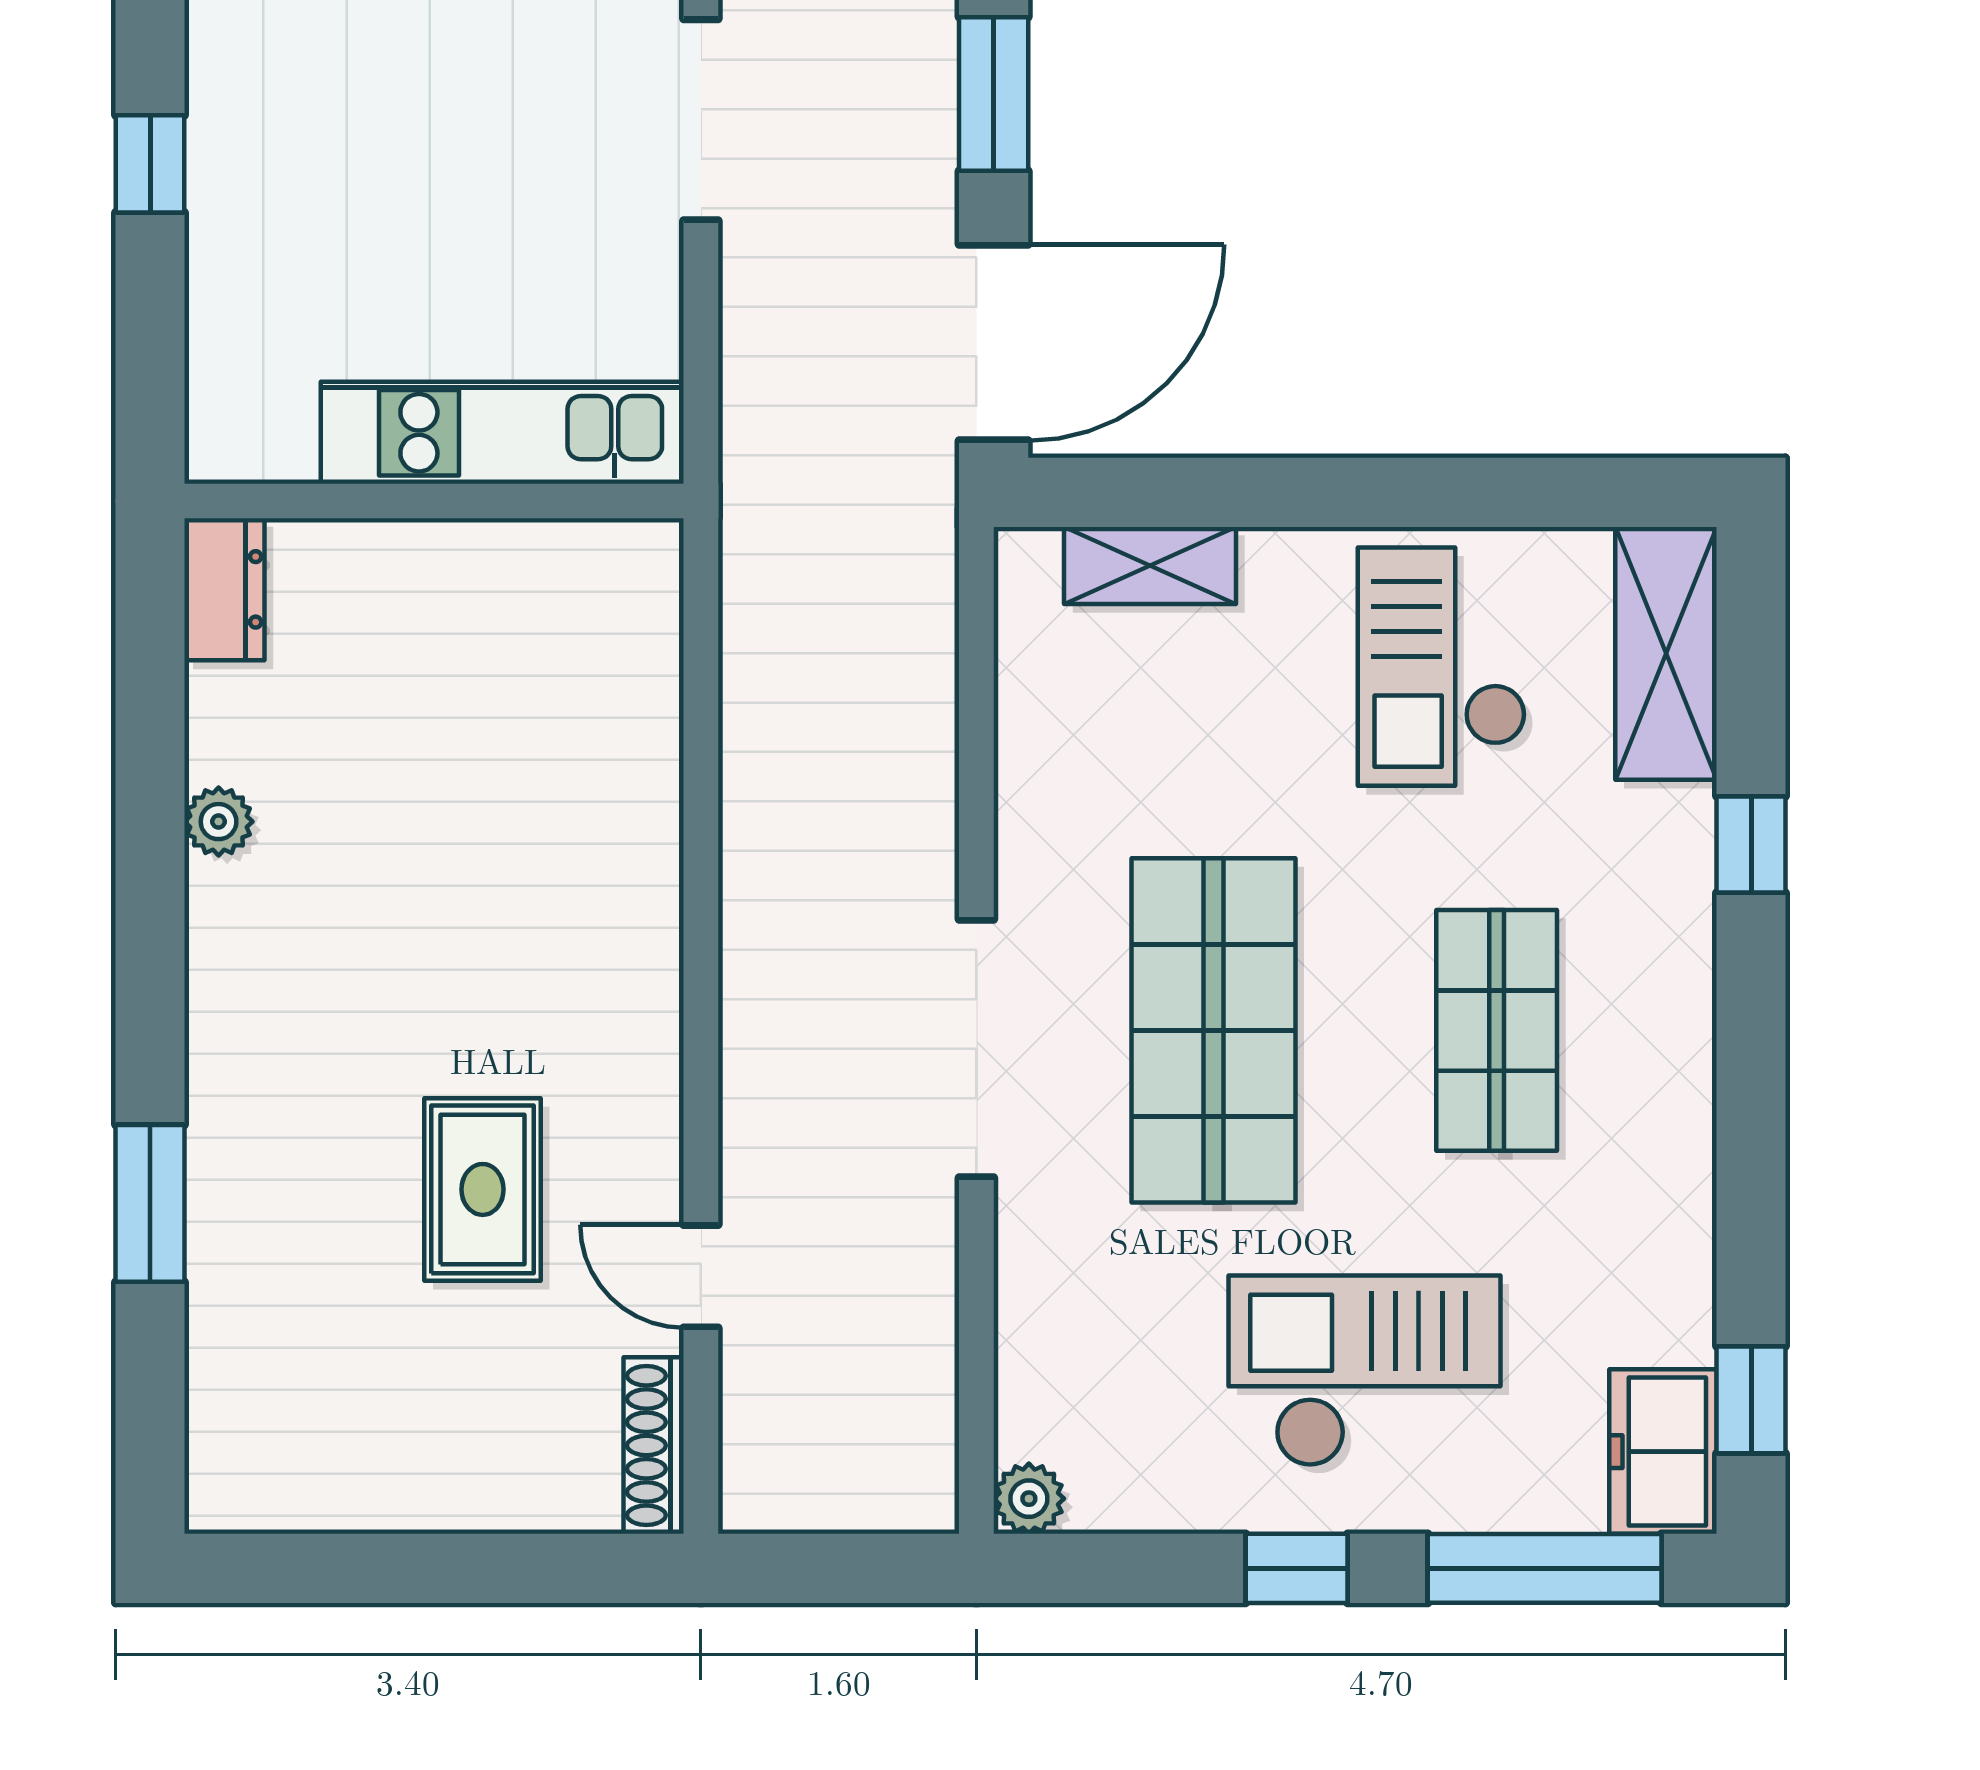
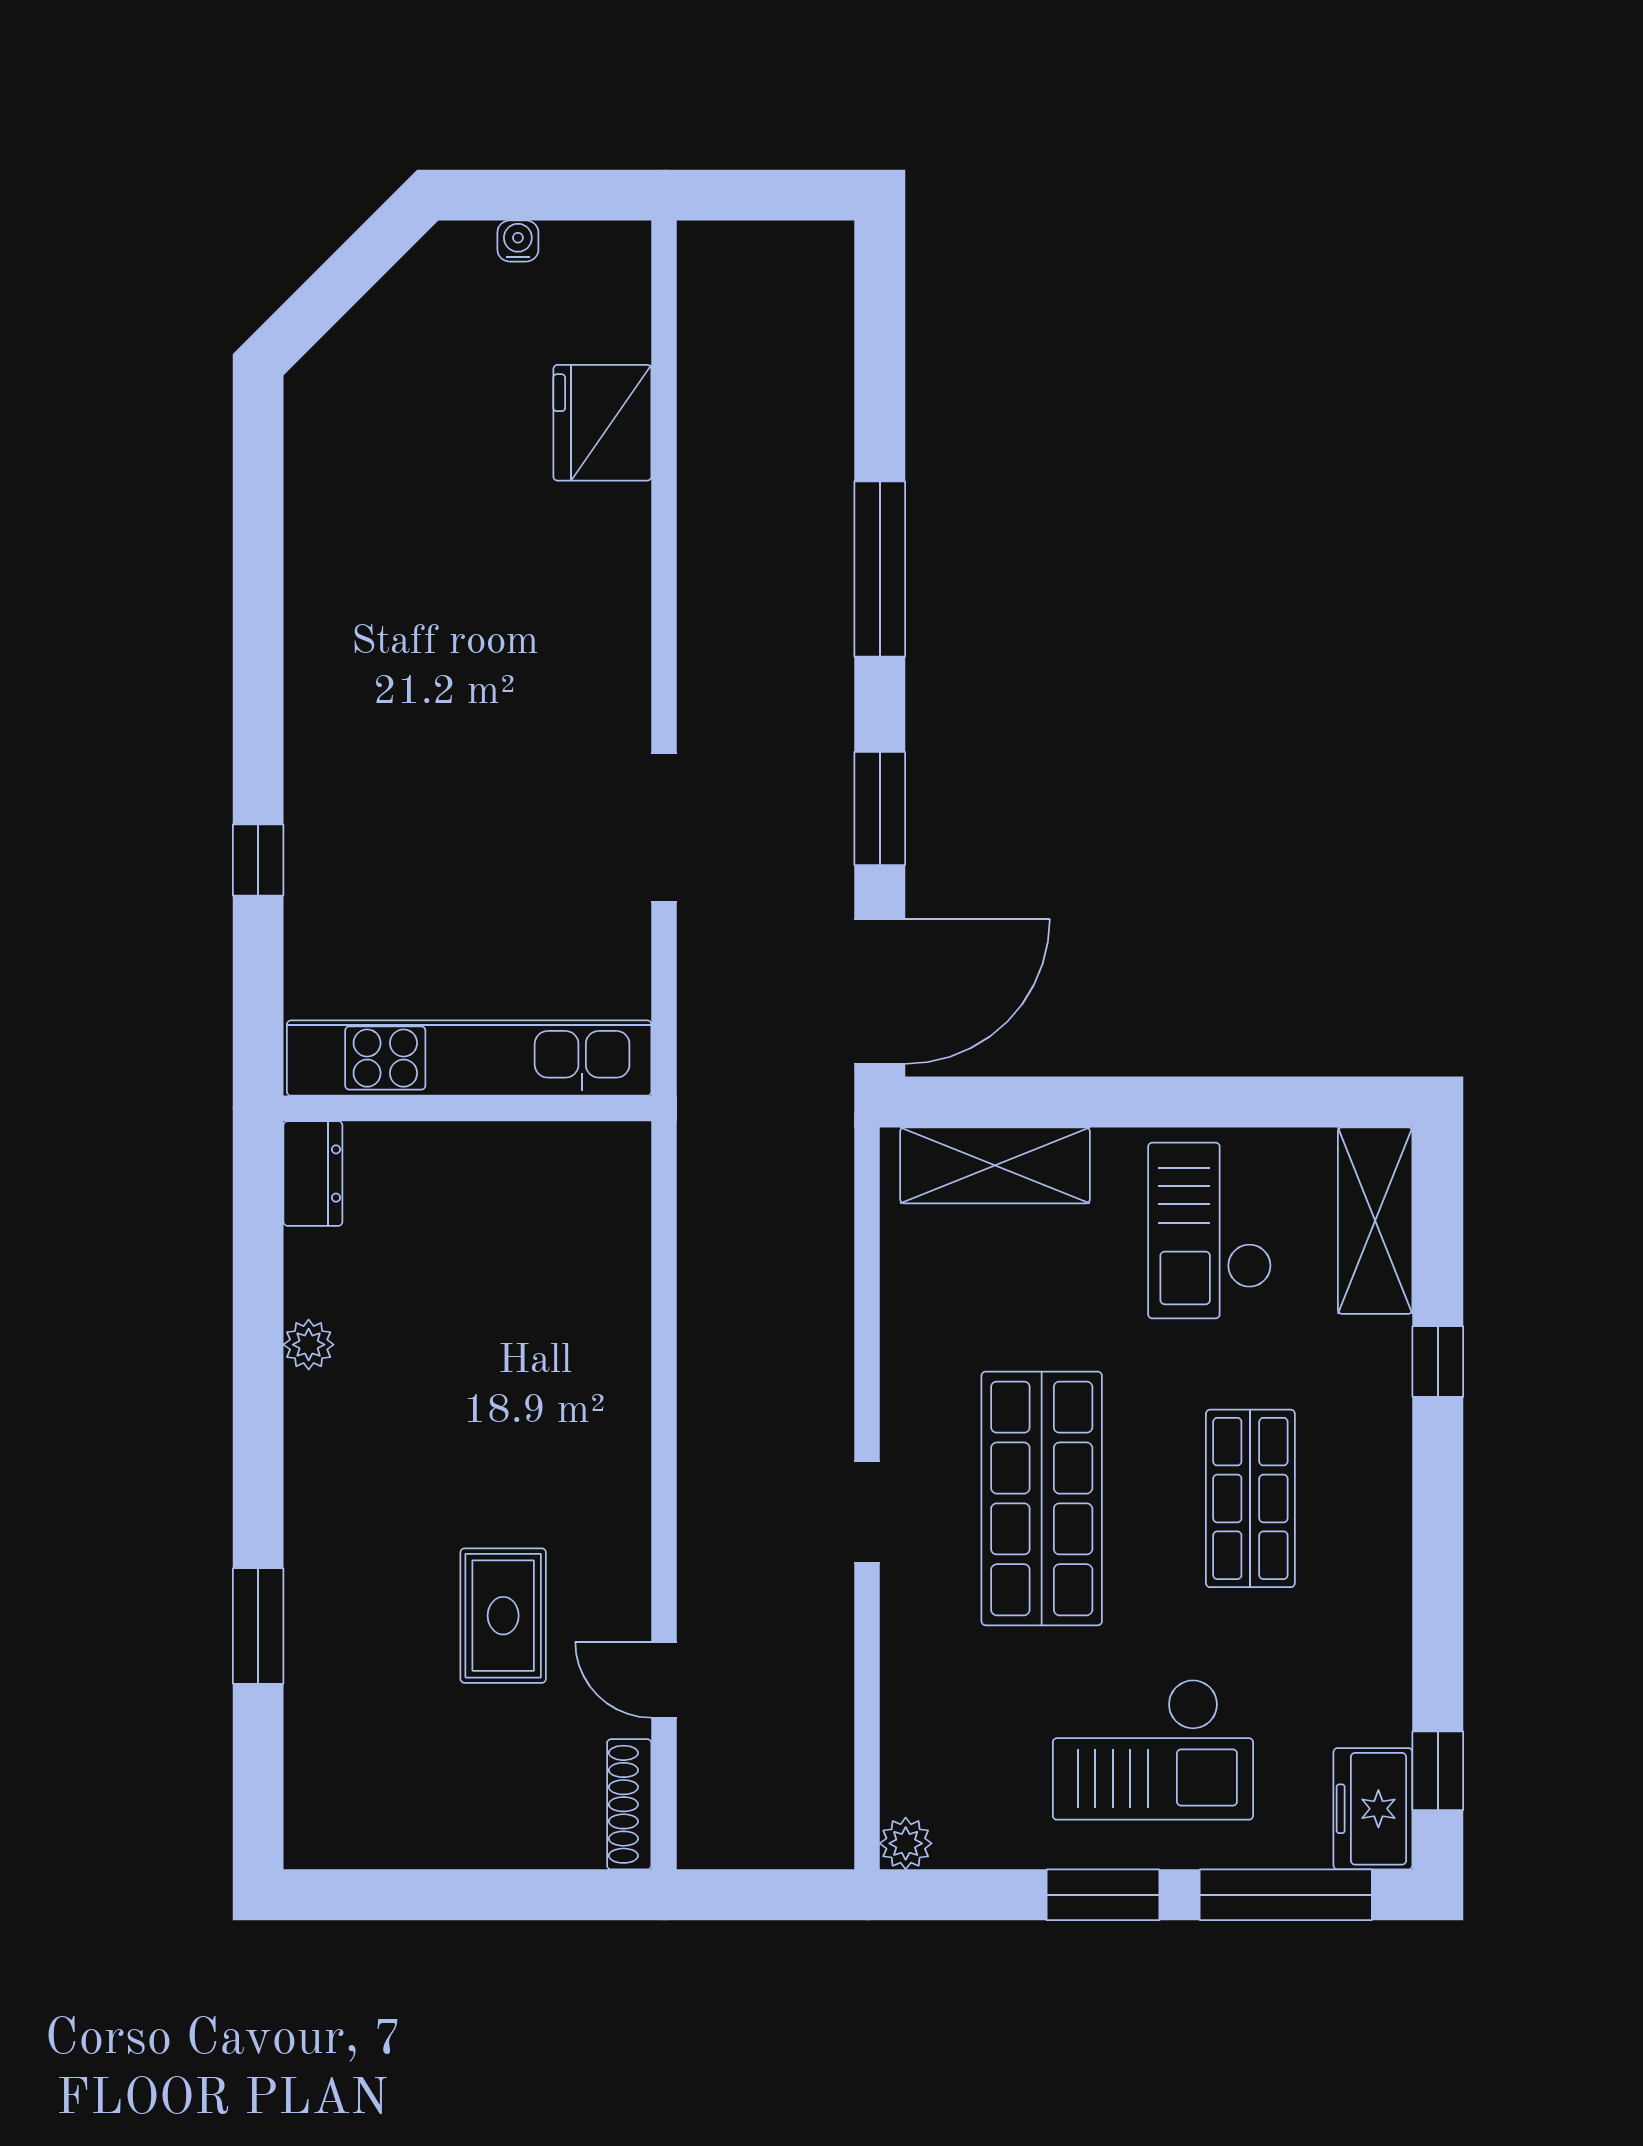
kitchen unit: (502, 433) -> (469, 1058), width x1.36
shelving: (1150, 565) -> (995, 1165), width x1.50, depth x1.33
doorway: (976, 1049) -> (867, 1512), width x0.53
checkout: (1364, 1371) -> (1153, 1749), turned 180
window: (1297, 1568) -> (1103, 1895), width x1.50

